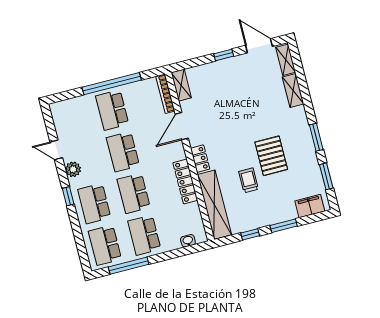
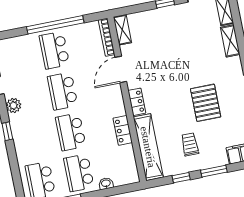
trolley: (249, 180) -> (190, 144), moved
locker: (185, 181) -> (123, 130), width x0.66
school desk: (94, 204) -> (32, 140), removed
washbasin: (188, 241) -> (106, 183), moved

